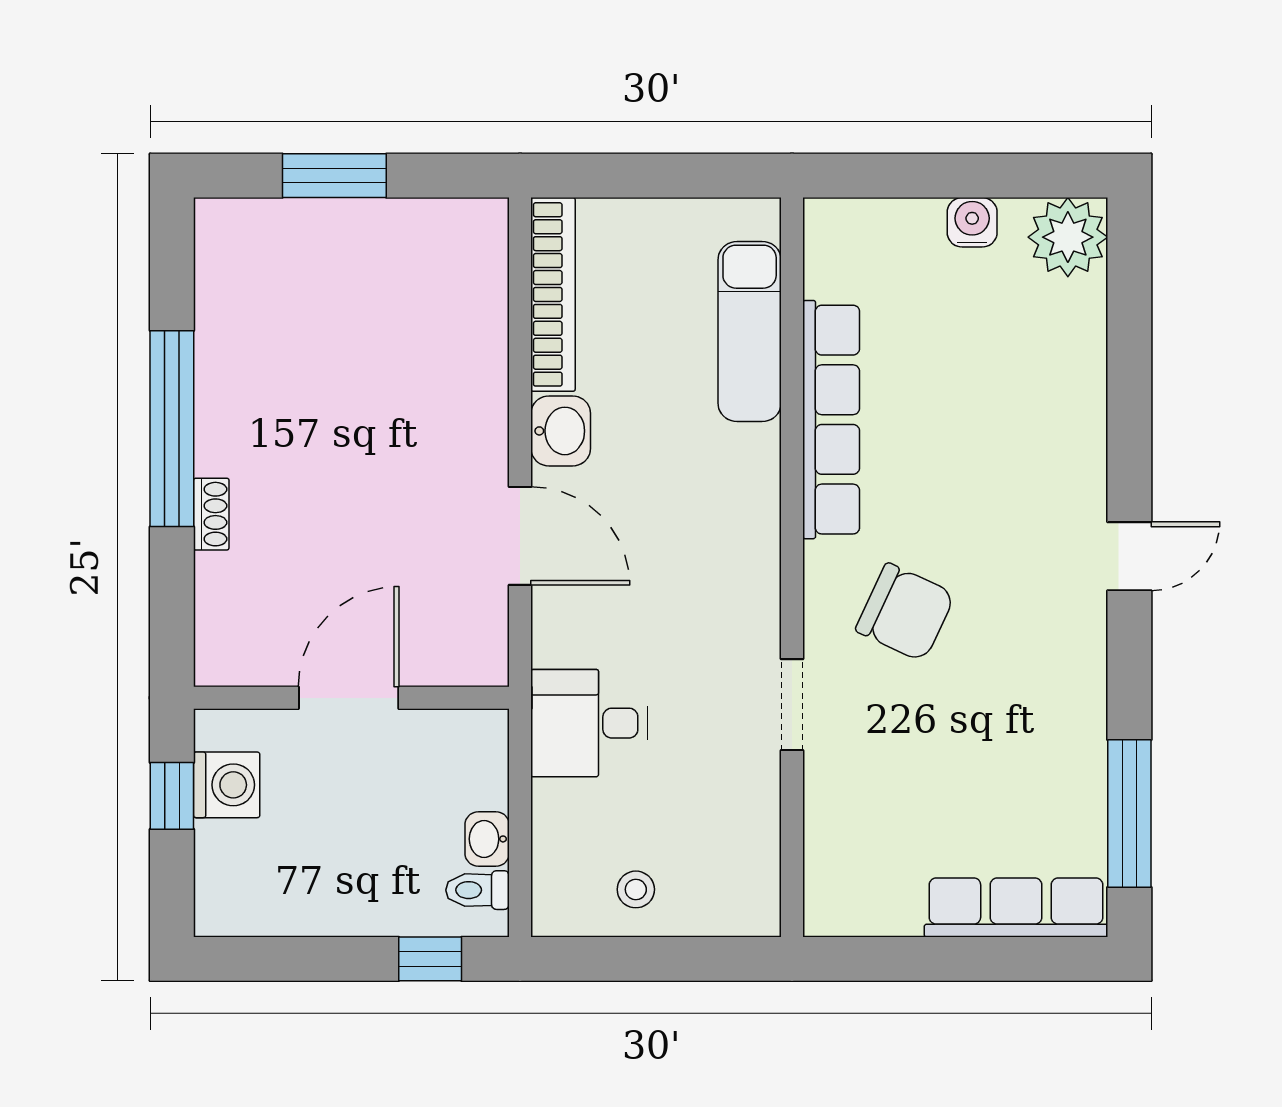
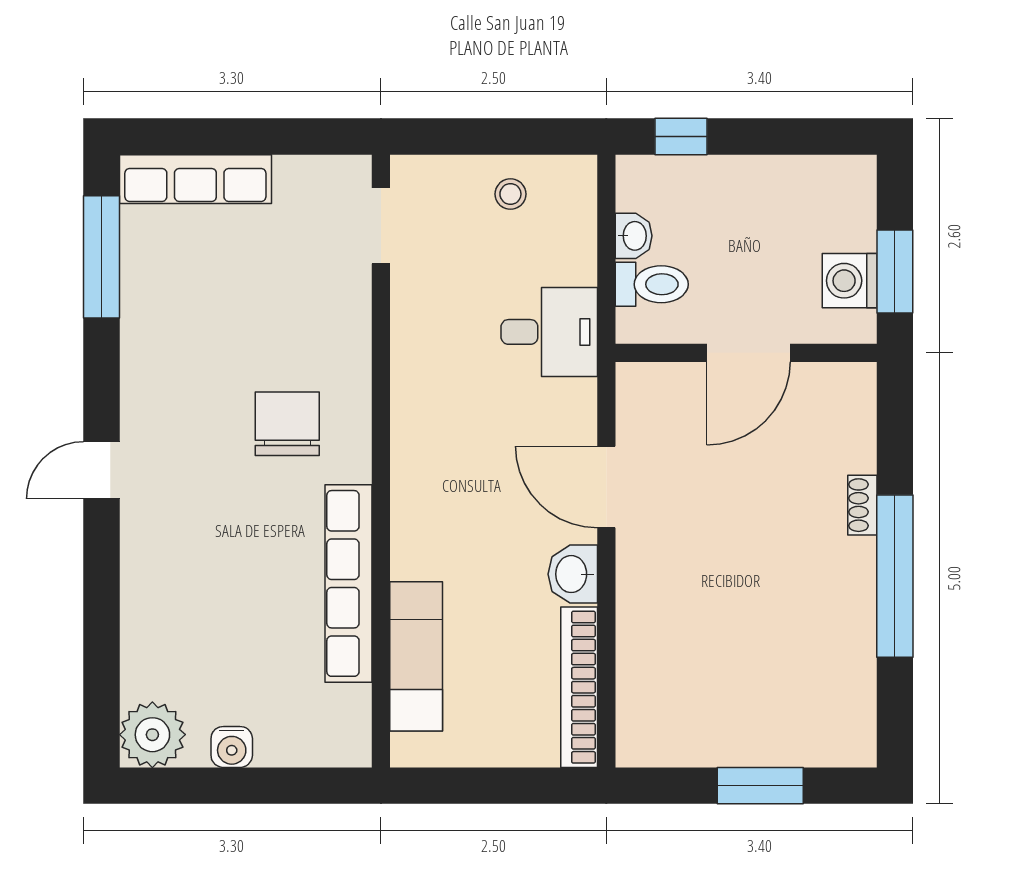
chair: (905, 612) -> (287, 424), turned 65
doorway: (792, 705) -> (381, 226), moved
window: (172, 796) -> (895, 272), width x1.50
toilet: (478, 890) -> (652, 284), moved, width x1.37, depth x1.39

